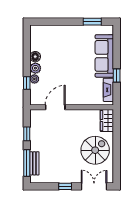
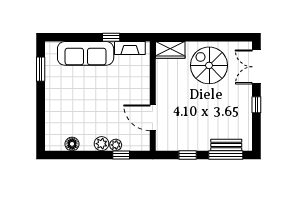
floor lamp: (35, 57) -> (72, 144), moved

